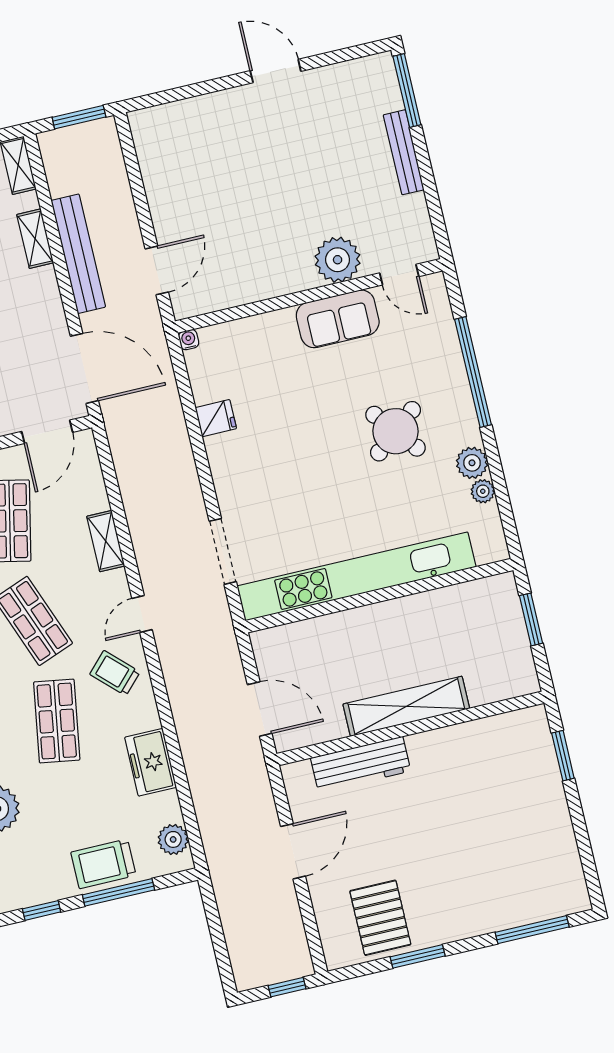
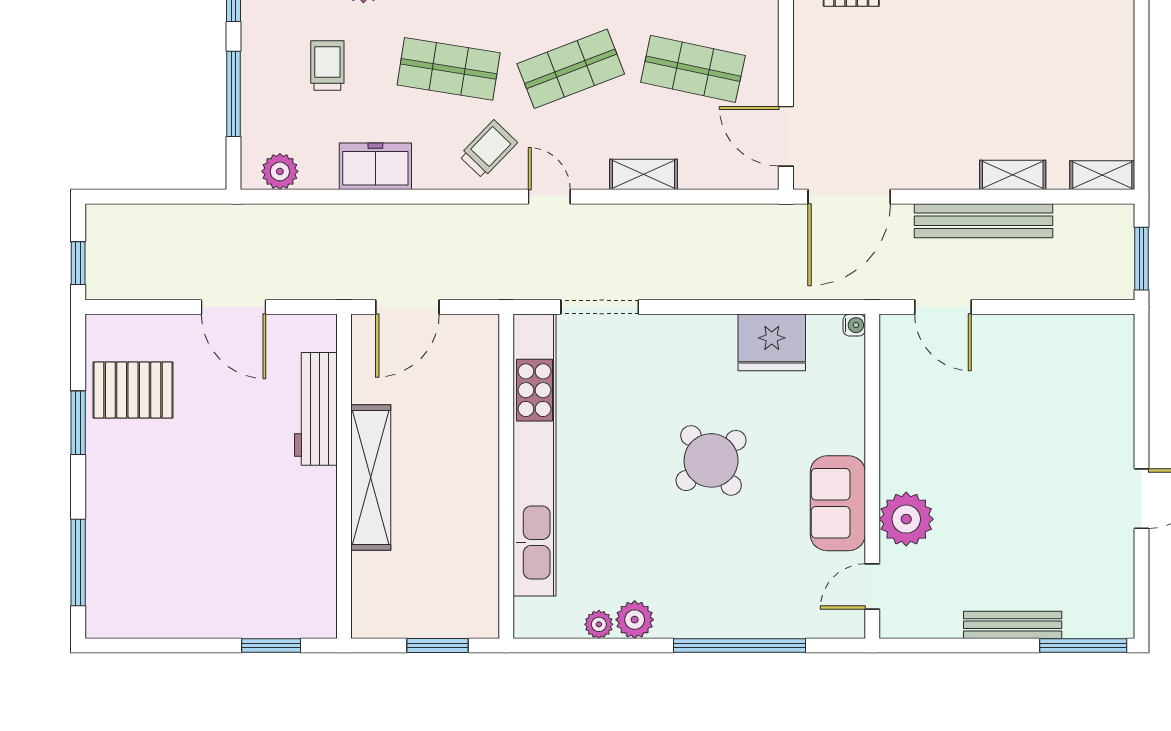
fridge: (216, 418) -> (772, 342), width x1.88, depth x1.34
round table: (396, 431) -> (711, 460), moved
trolley: (103, 864) -> (327, 66), moved, width x0.73, depth x0.72

